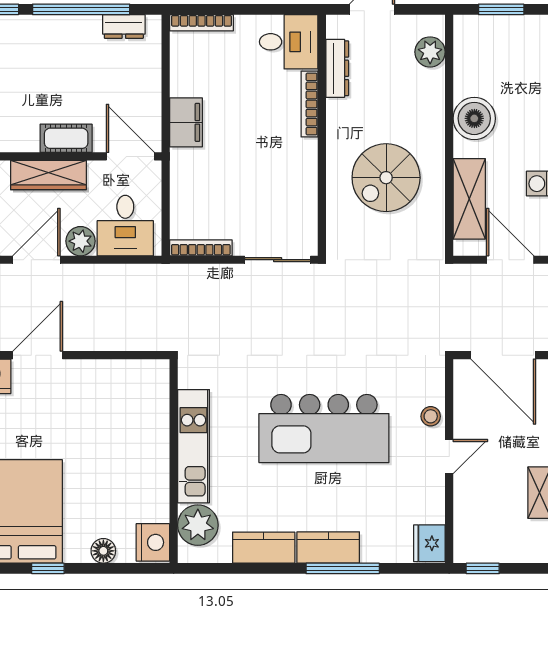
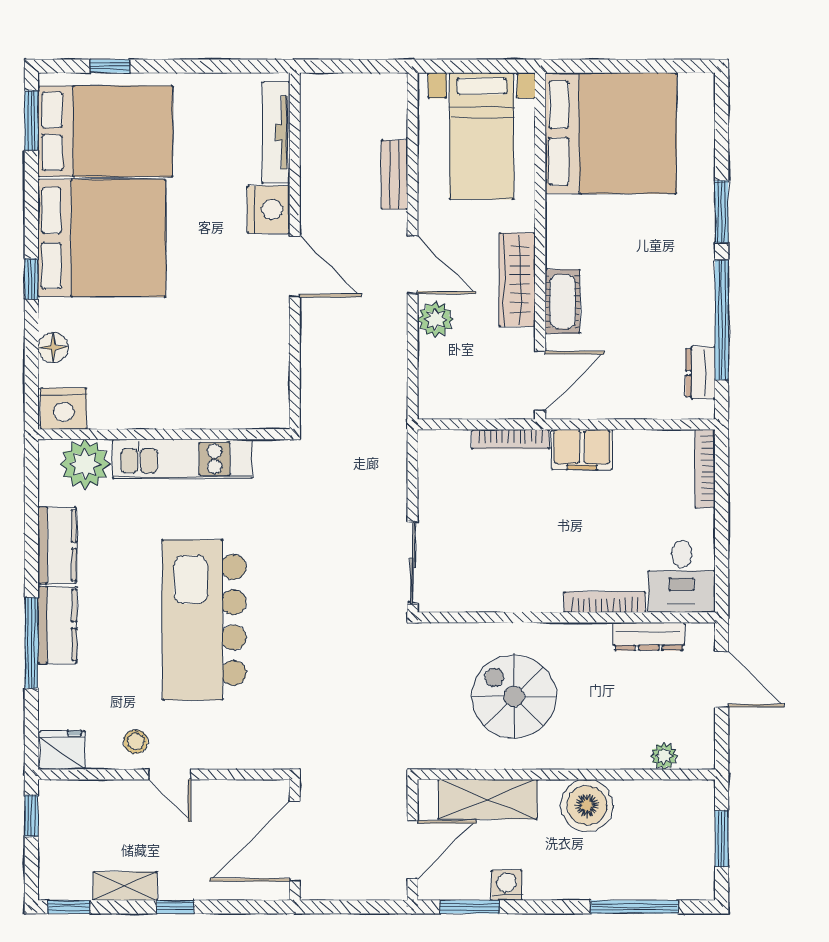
plant: (430, 52) -> (664, 756), width x0.73, depth x0.73
desk: (125, 226) -> (455, 375), removed
bookcase: (201, 248) -> (511, 439), moved, turned 90
stool: (431, 416) -> (136, 742), moved

